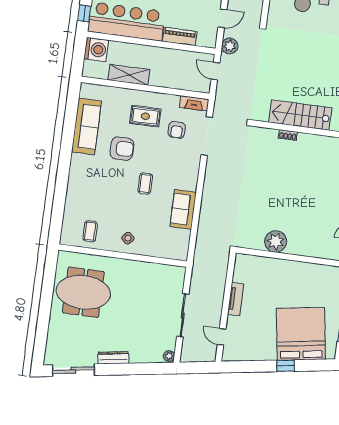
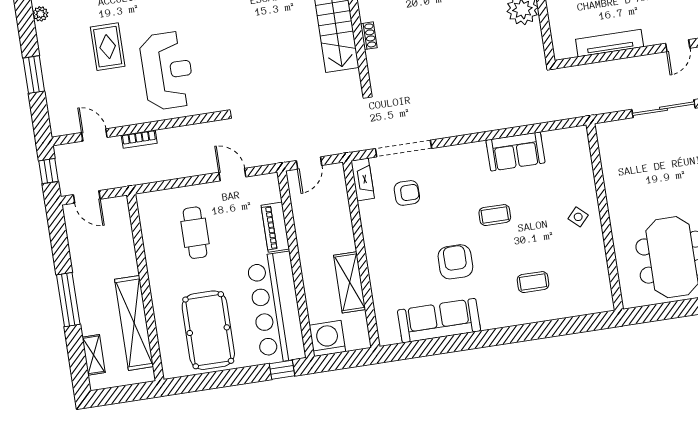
plant: (230, 46) -> (268, 153), removed
rug: (145, 116) -> (401, 242), removed
coffee table: (90, 231) -> (533, 282), moved
tv unit: (236, 299) -> (610, 43), width x1.41

